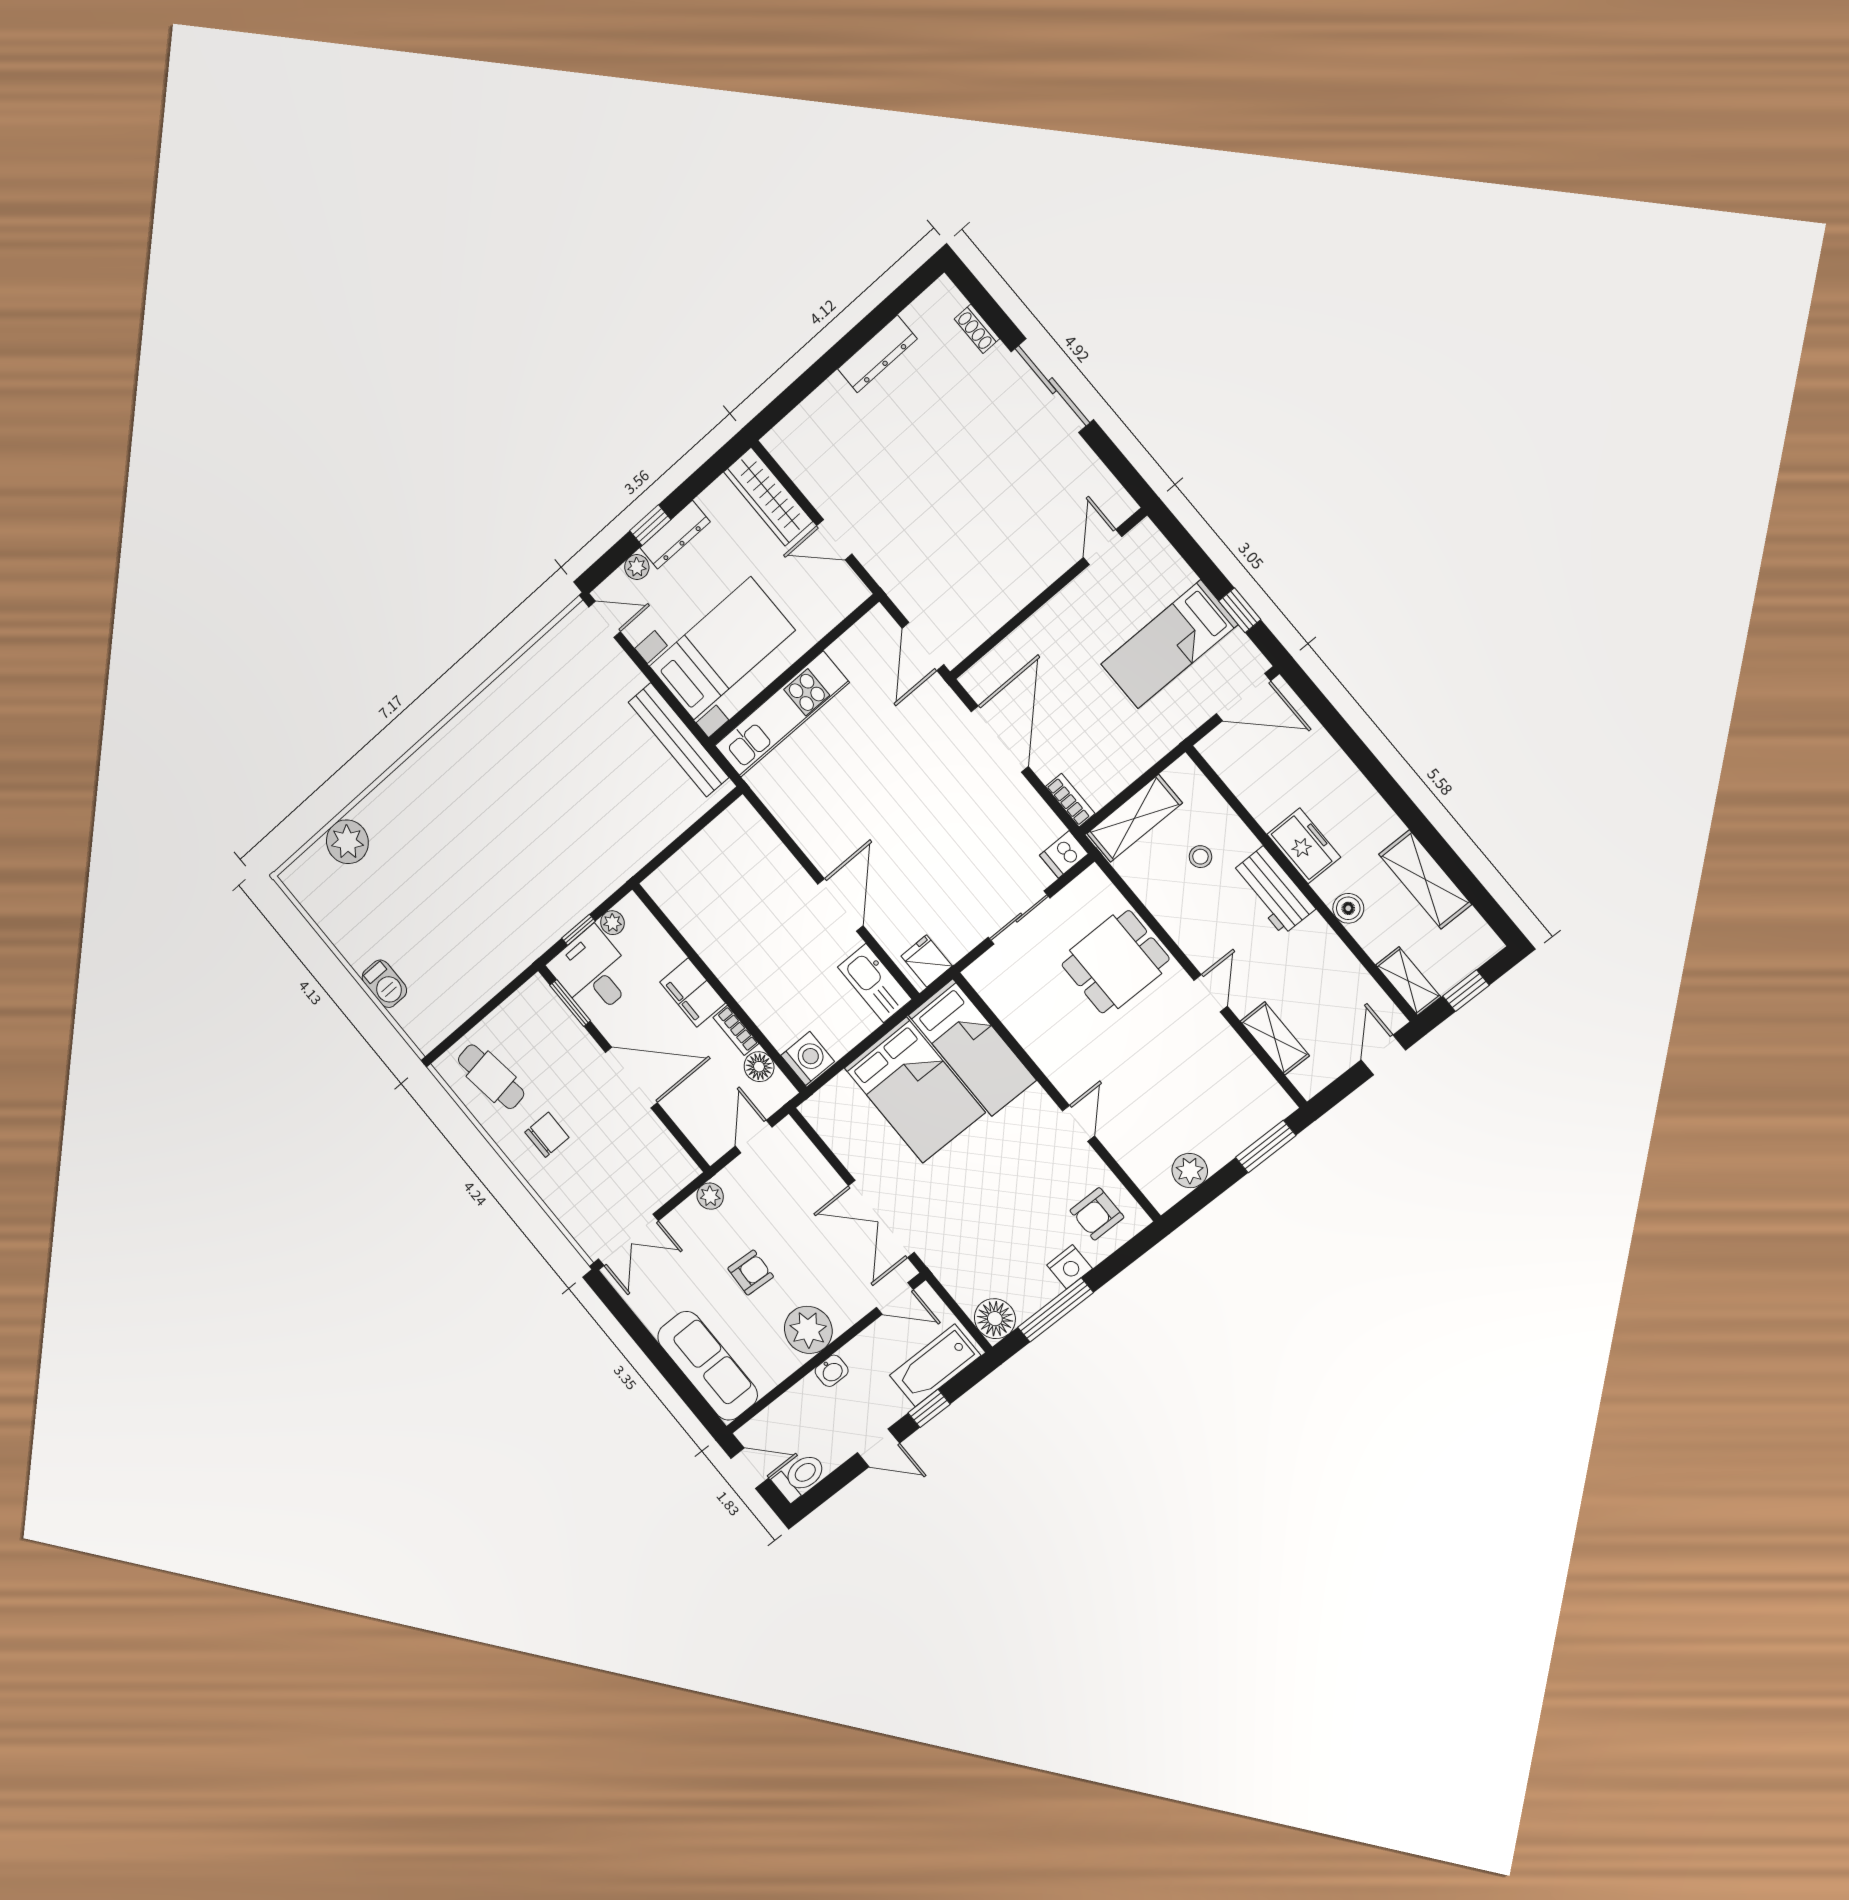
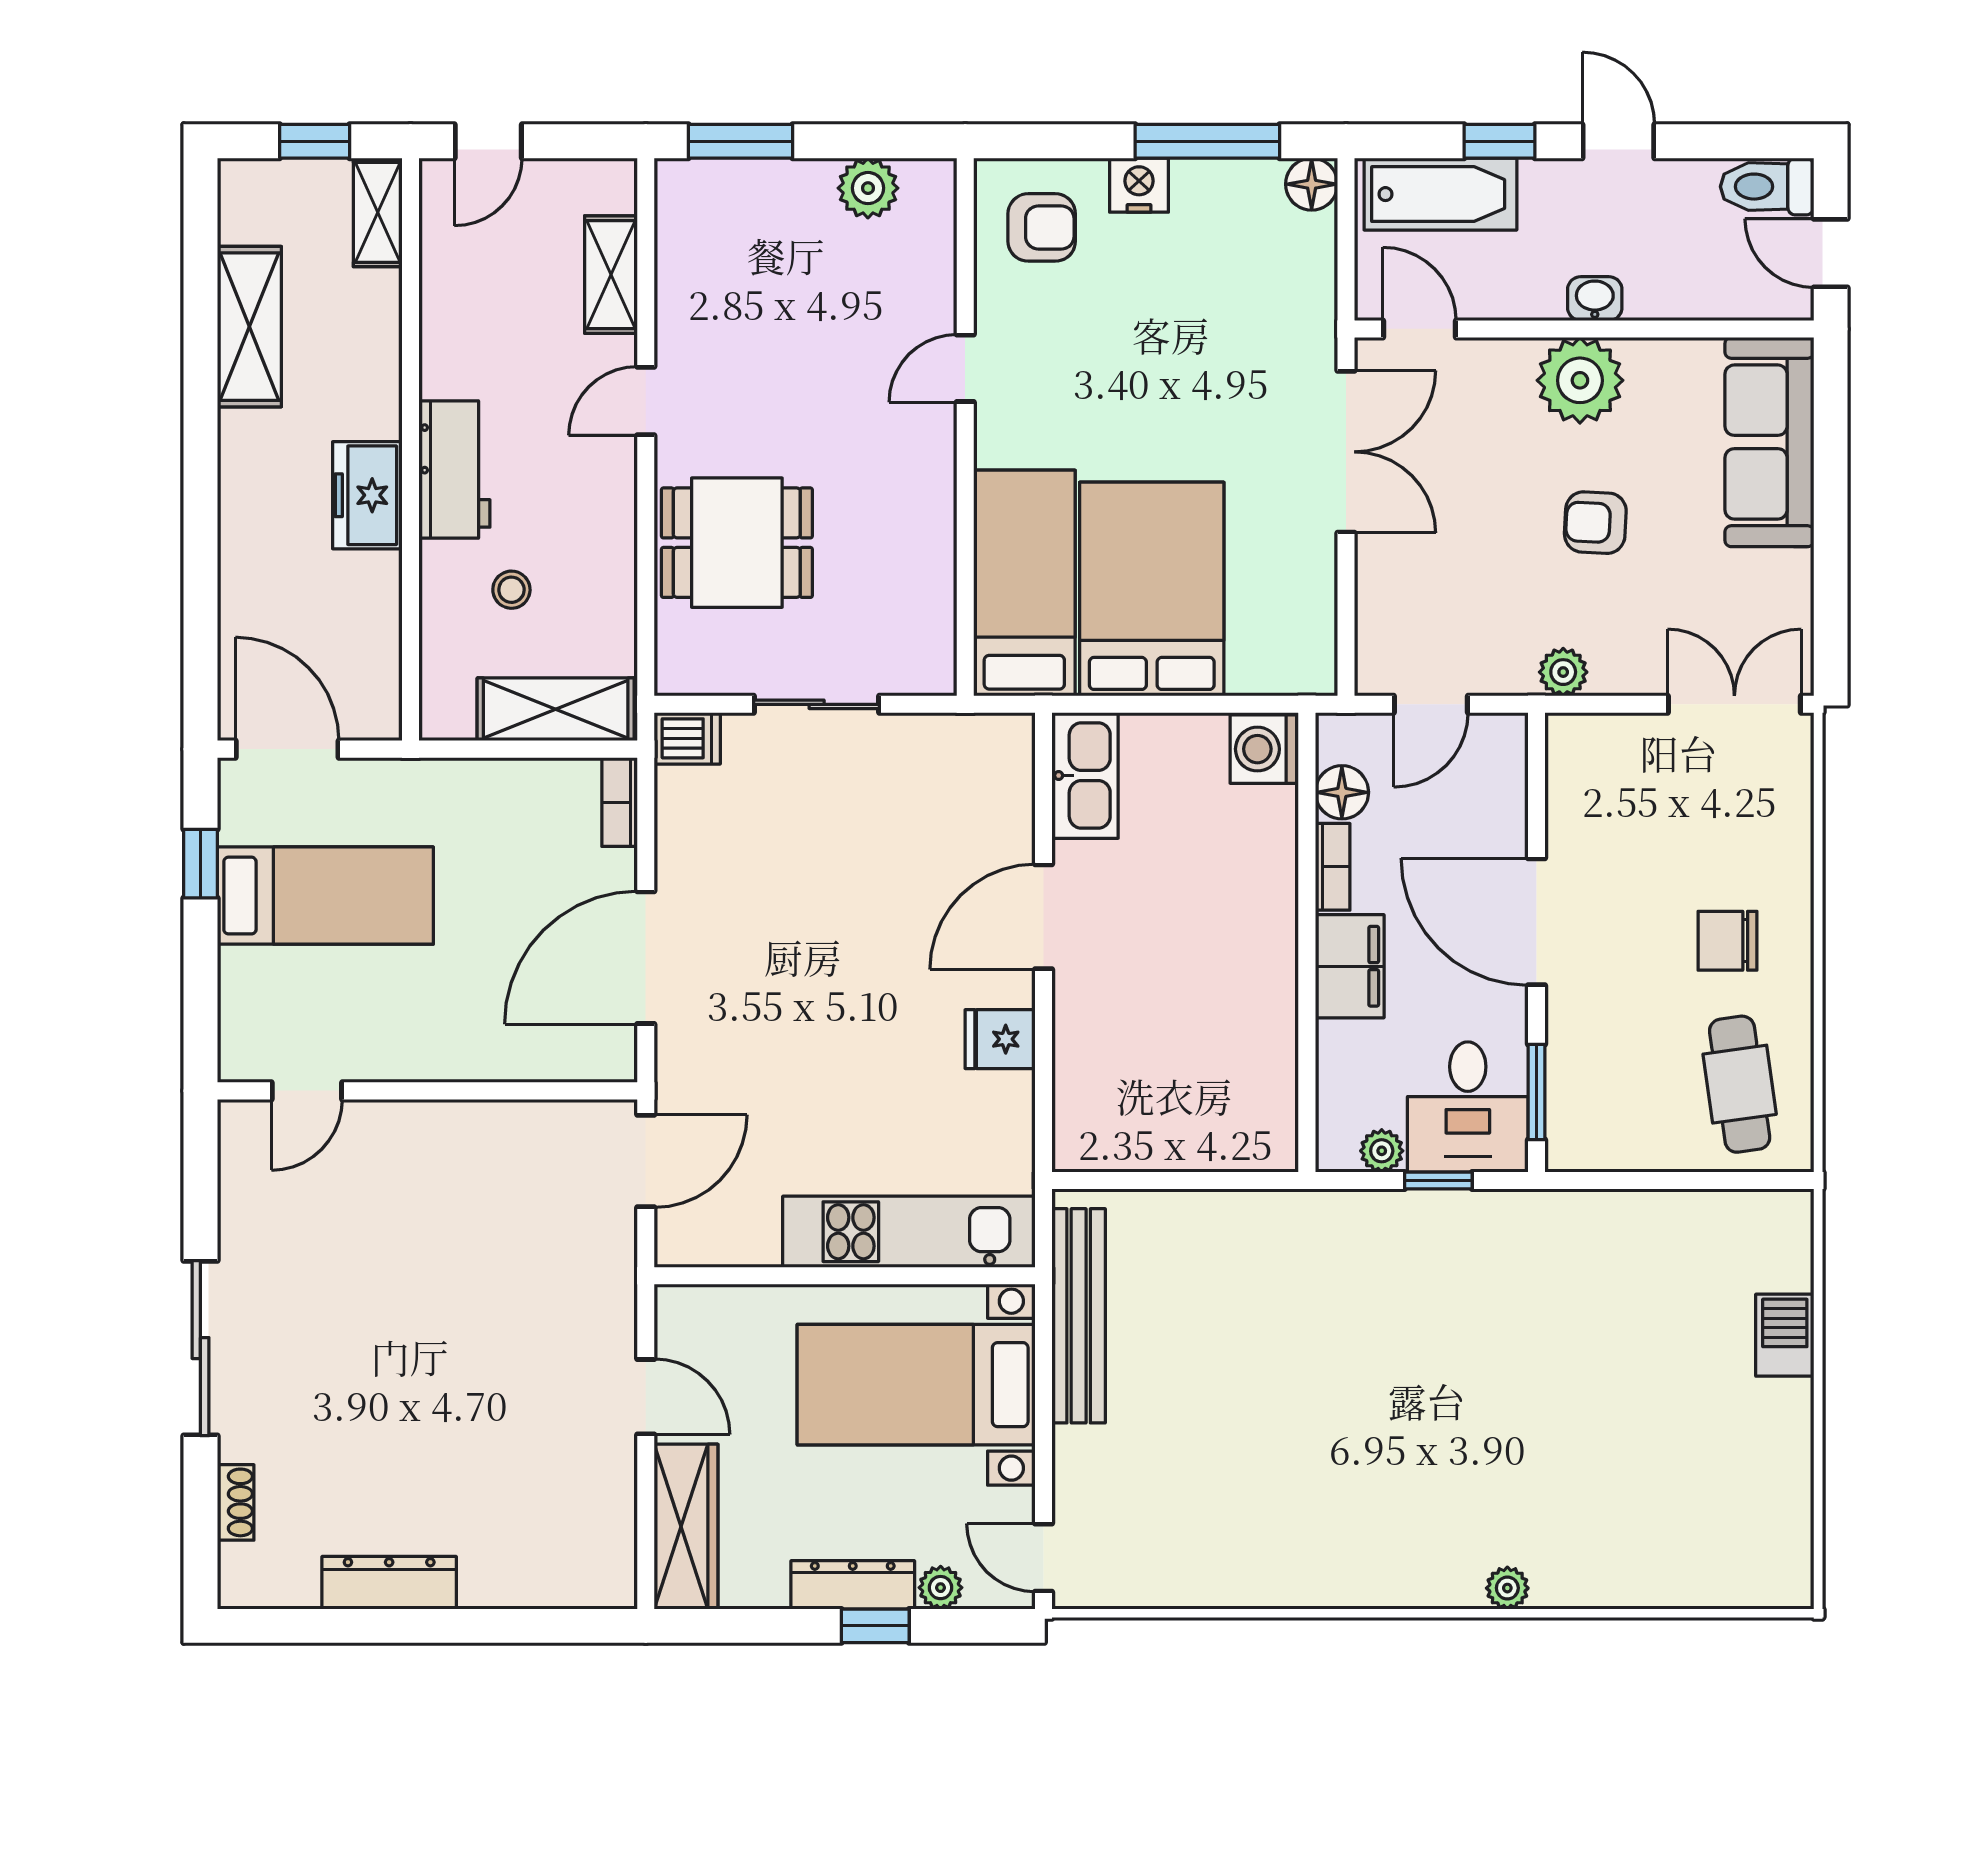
plant: (347, 842) -> (1507, 1588), moved, width x0.53, depth x0.53
boiler: (1348, 908) -> (377, 368), removed
fridge: (927, 961) -> (1000, 1039), moved, turned 90
floor lamp: (995, 1319) -> (1312, 184), width x0.73, depth x0.73

